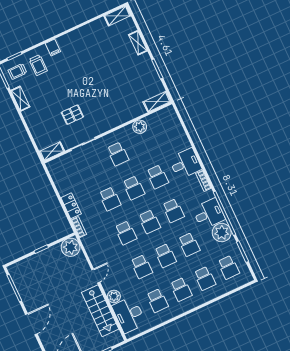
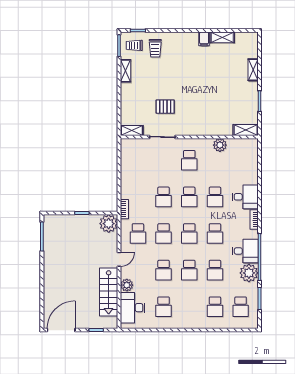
shelving: (117, 16) -> (222, 37), moved
filing cabinet: (53, 48) -> (204, 39), moved
locker: (71, 206) -> (126, 187), removed
school desk: (181, 289) -> (138, 234), moved
door: (31, 324) -> (42, 276), removed

